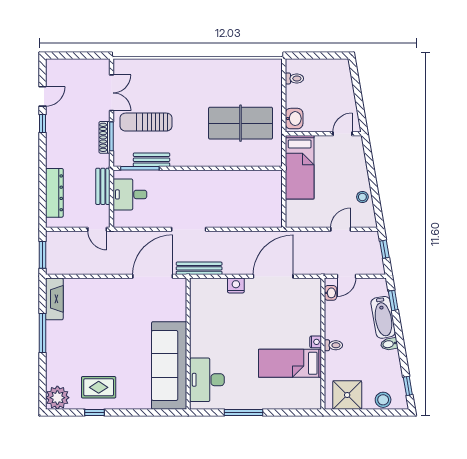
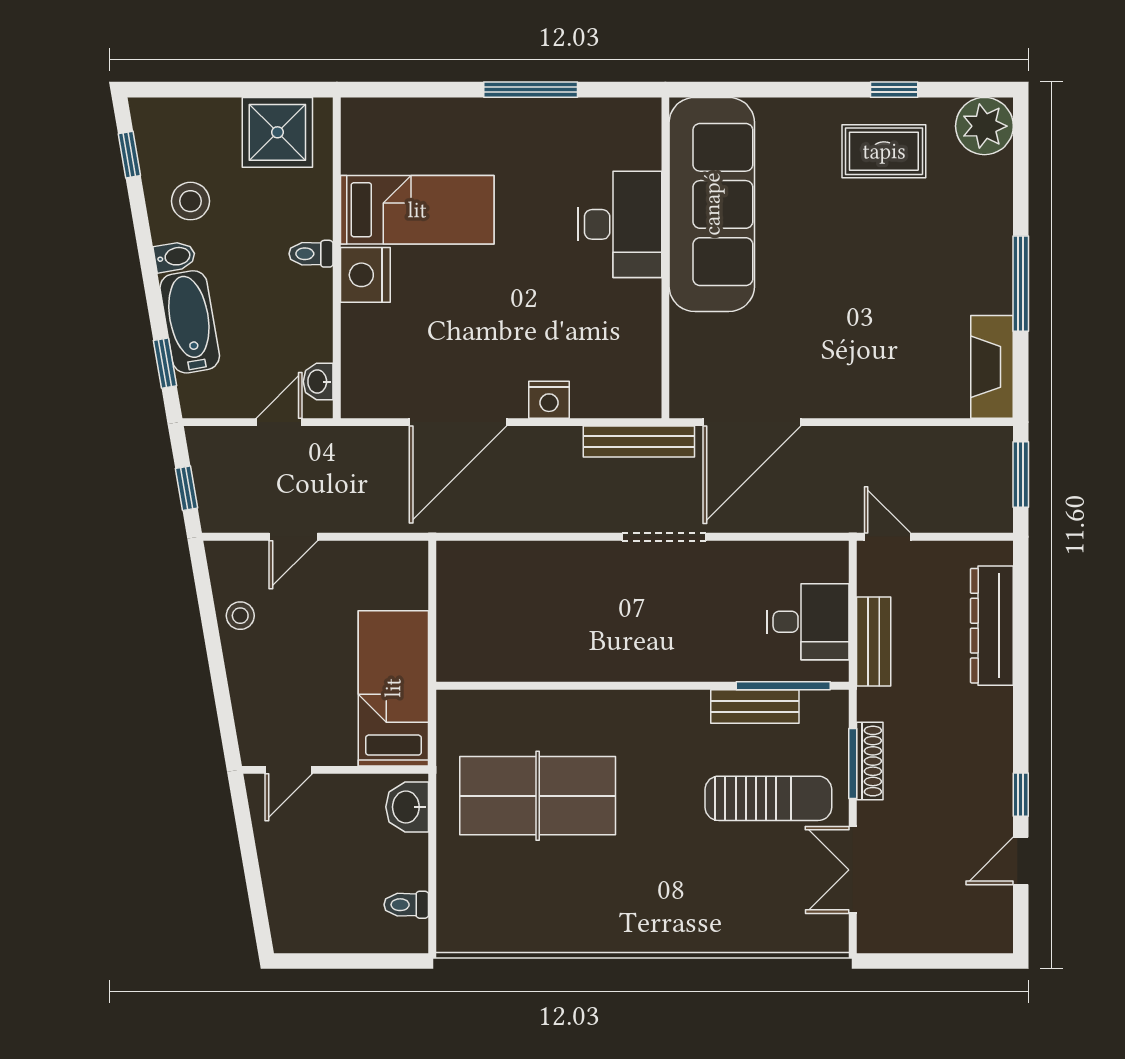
nightstand: (316, 342) -> (365, 275), width x1.89, depth x1.79
desk: (207, 380) -> (620, 224), moved
stool: (383, 400) -> (190, 201), moved

